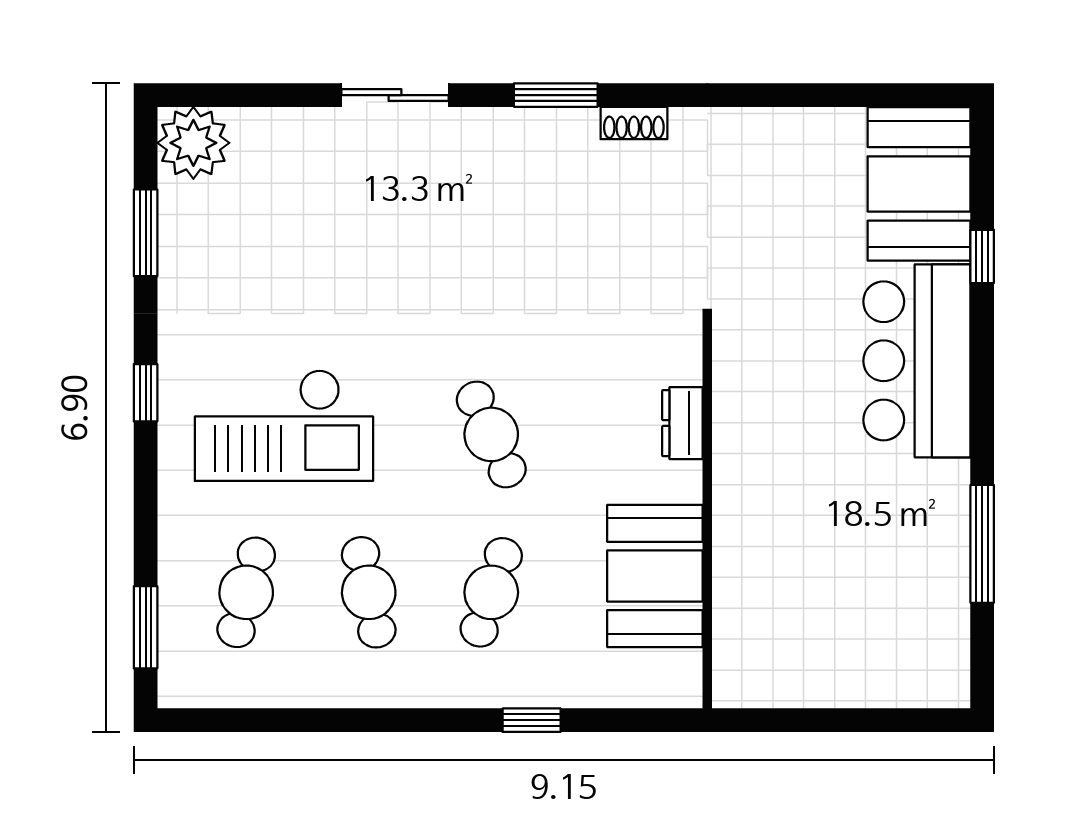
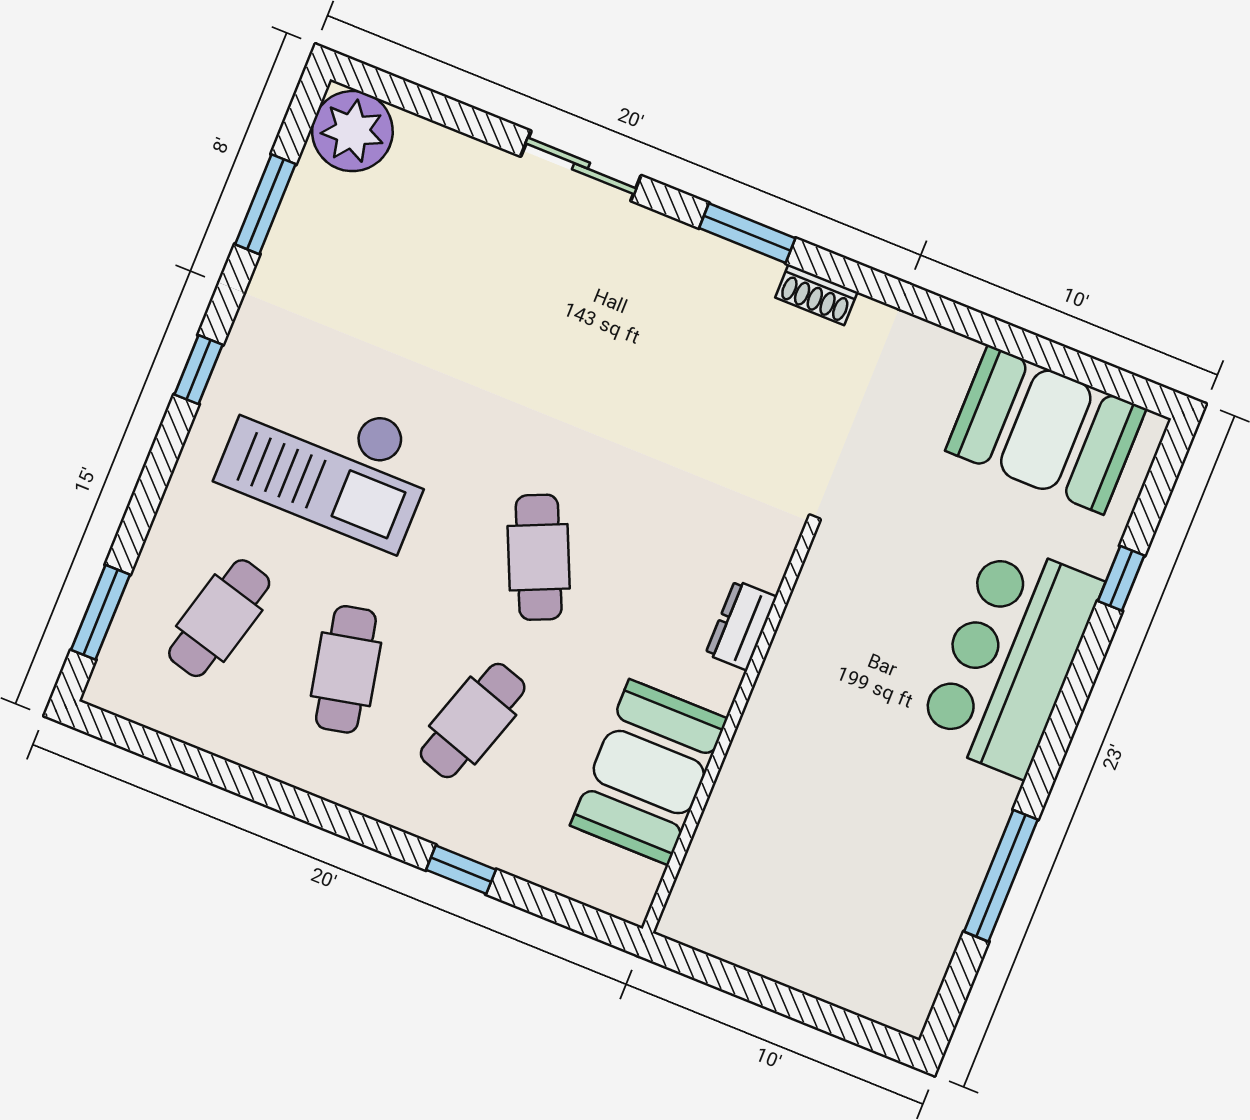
booth: (919, 184) -> (1046, 430), moved, turned 90

